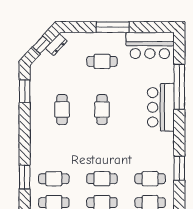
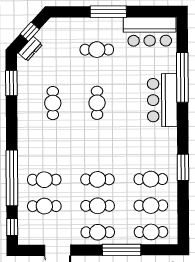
dresser: (56, 45) -> (30, 49), moved
window: (25, 177) -> (12, 178), width x2.11

